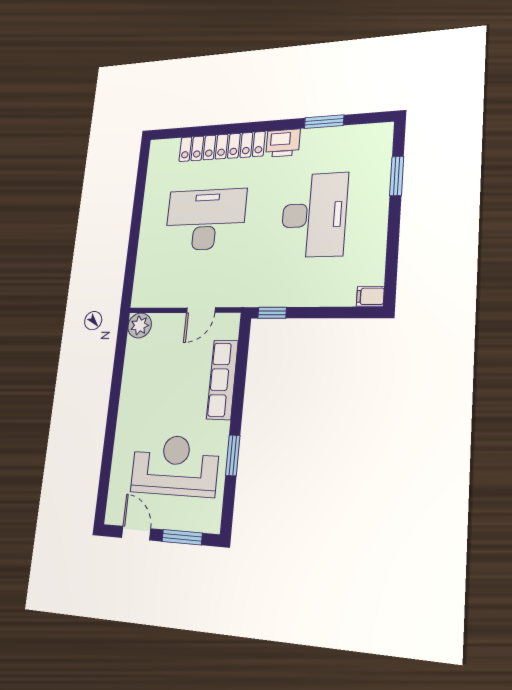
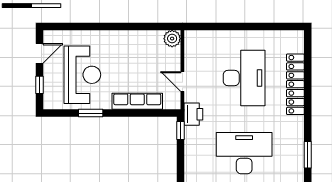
printer: (283, 143) -> (193, 114), moved, turned 180
desk: (314, 215) -> (244, 153), turned 180
window: (182, 537) -> (39, 85), width x0.67

